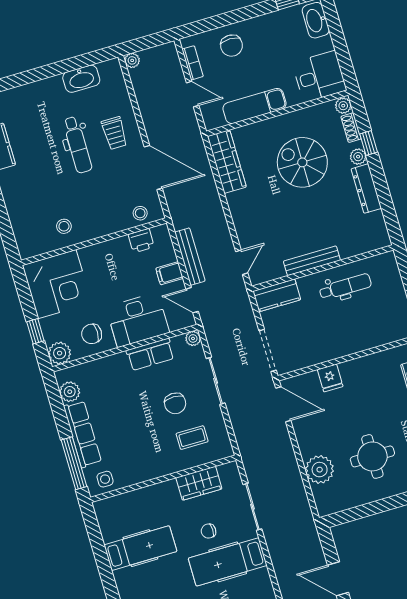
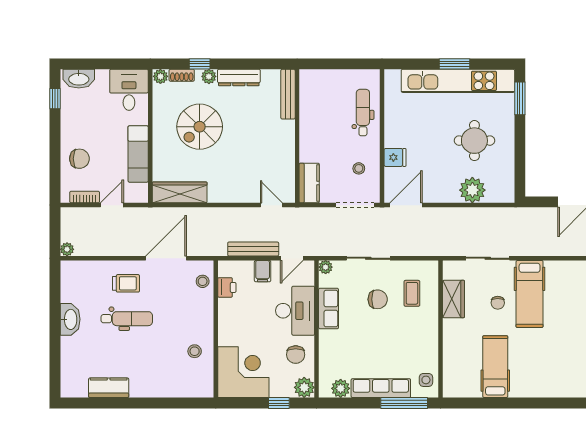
washbasin: (81, 79) -> (70, 319), moved
bench: (312, 261) -> (288, 94), moved
dental chair: (345, 287) -> (363, 113), moved
stool: (307, 343) -> (359, 168), added

